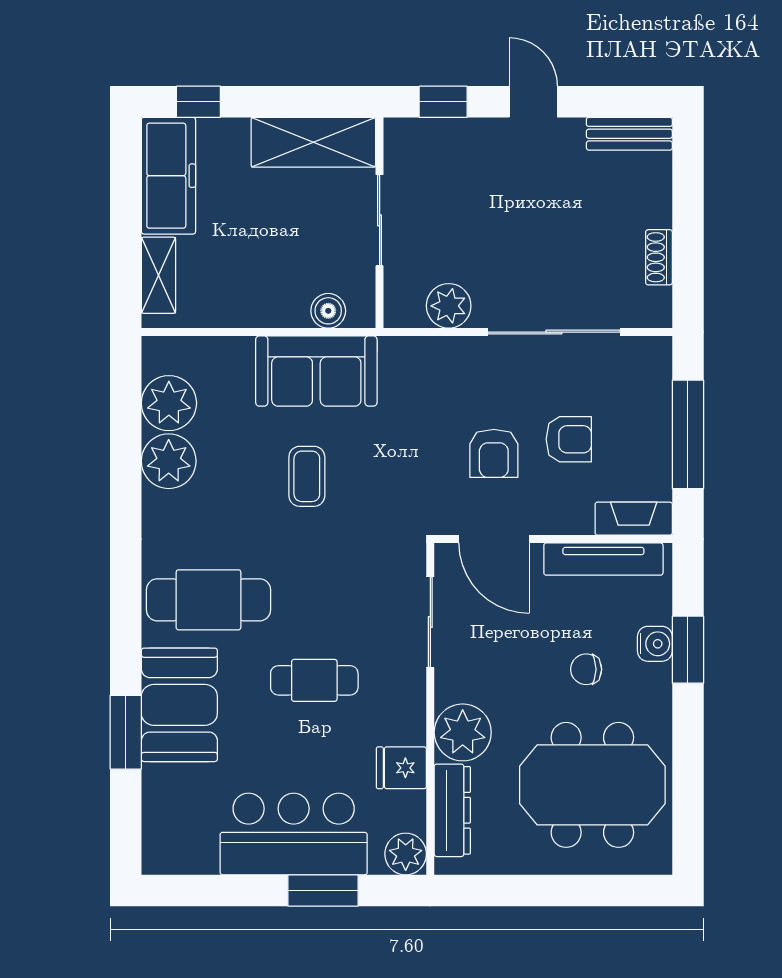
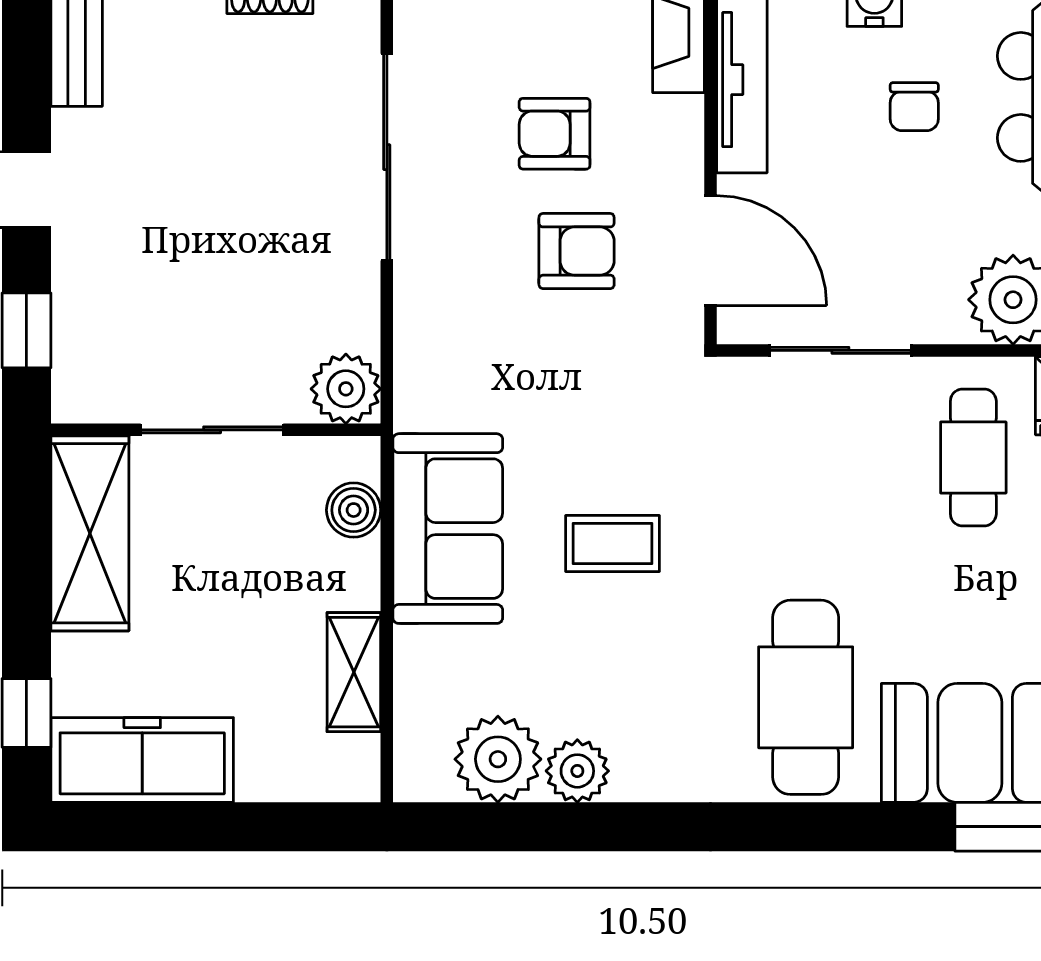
shelving: (158, 275) -> (354, 672), moved, turned 90
plant: (449, 306) -> (346, 389), moved
armchair: (569, 439) -> (555, 134), turned -90
plant: (169, 461) -> (577, 771), width x0.73, depth x0.73
door: (494, 539) -> (710, 251), hinge flipped
cafe table: (314, 680) -> (973, 458), moved

